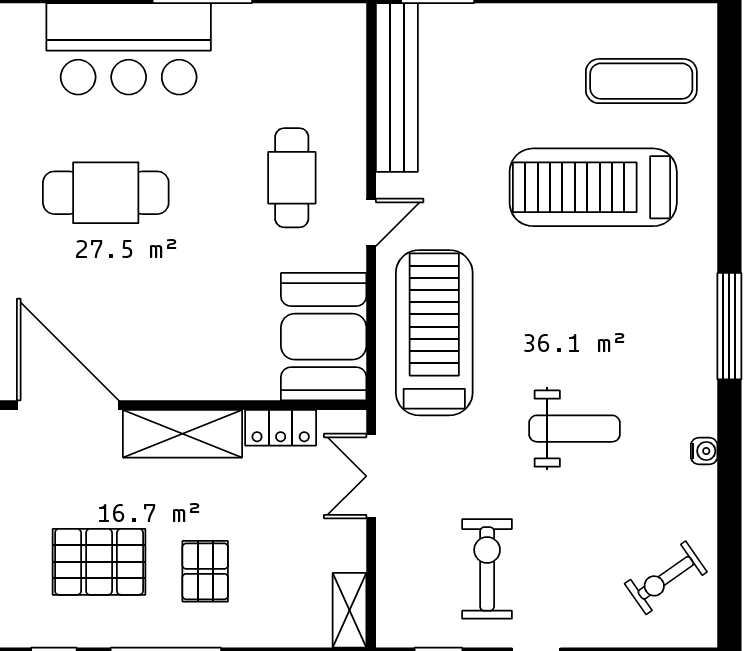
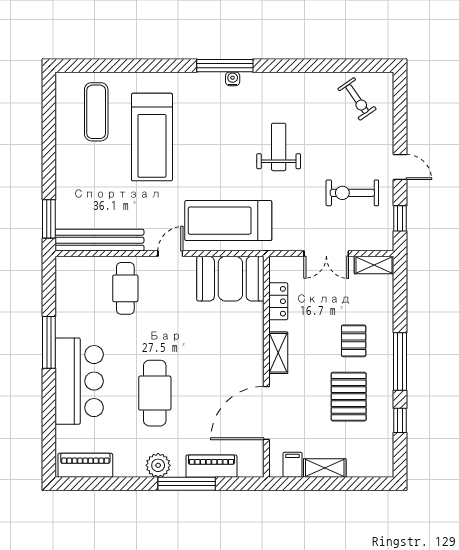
cafe table: (292, 178) -> (125, 288), moved, turned 90
door: (371, 222) -> (170, 254), hinge flipped
shelving: (182, 434) -> (278, 353), width x0.67, depth x0.75
water cooler: (704, 451) -> (233, 79), moved
double door: (371, 476) -> (326, 254), moved
pallet: (205, 571) -> (354, 341), turned 90

